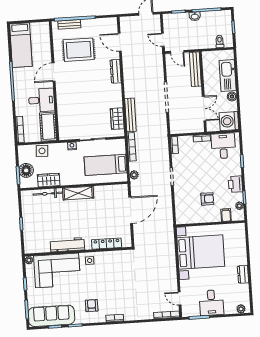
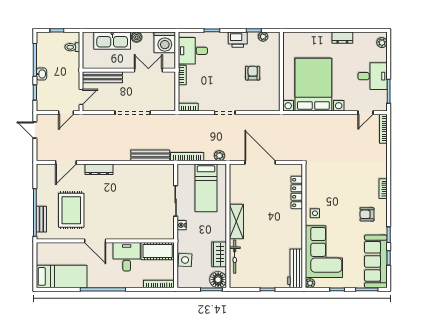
wardrobe: (117, 119) -> (153, 171), removed
floor lamp: (26, 170) -> (218, 280), moved
filing cabinet: (226, 215) -> (273, 53), removed
workbench: (67, 245) -> (295, 268), moved

